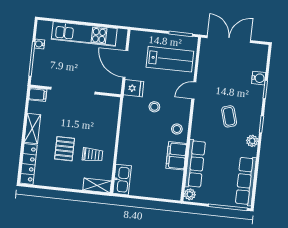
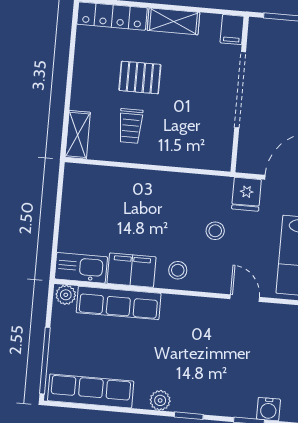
coffee table: (229, 116) -> (201, 360), removed
kitchen sink: (122, 180) -> (81, 268), moved, turned 180

